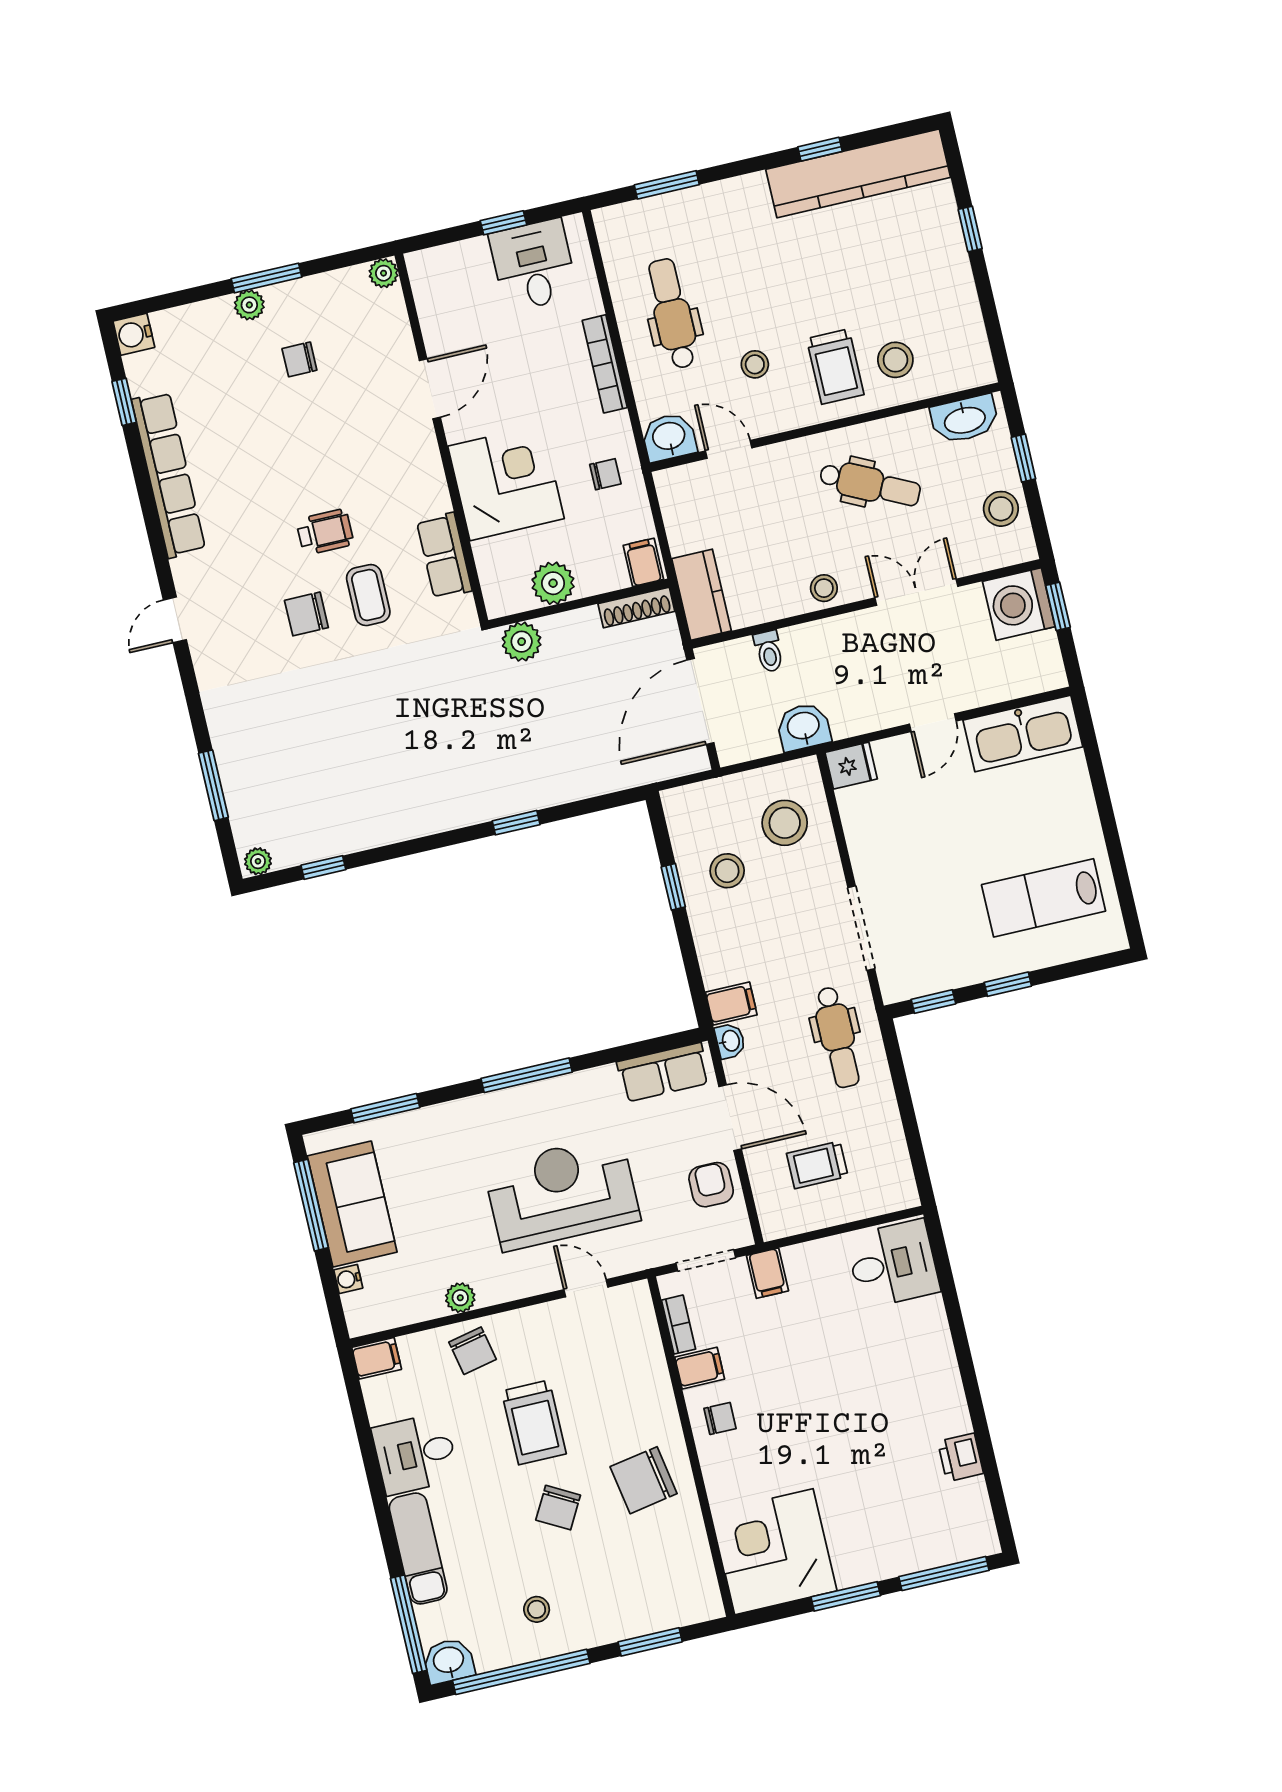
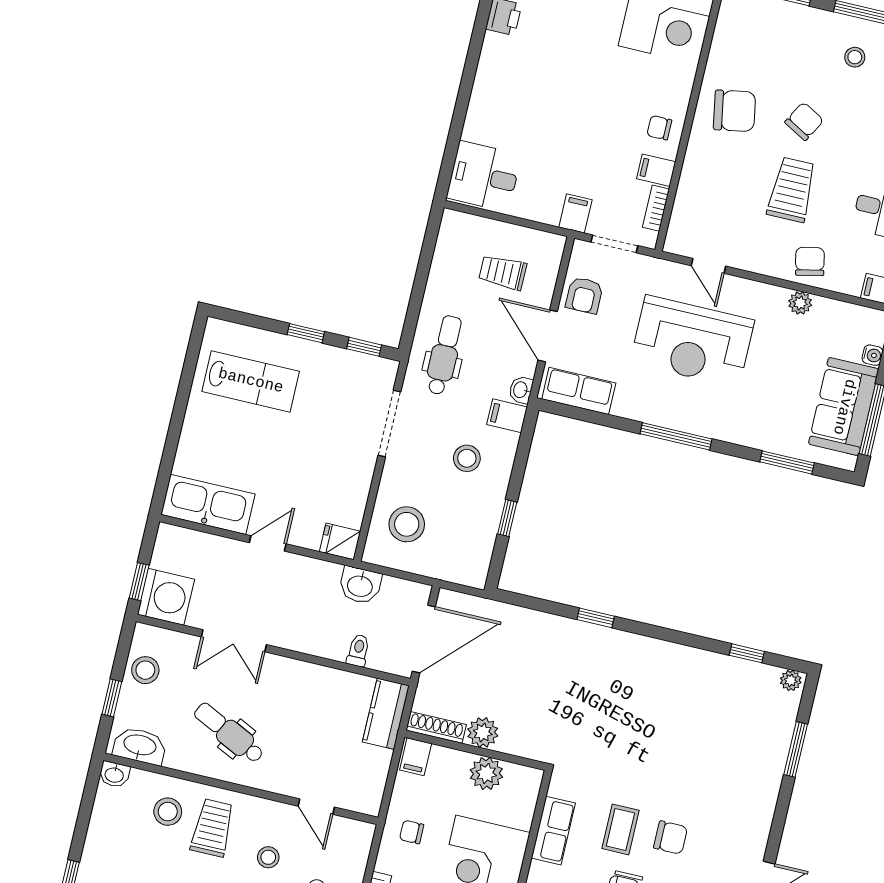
washbasin: (669, 437) -> (114, 774), moved, width x0.72, depth x0.69
stool: (824, 588) -> (297, 676), removed
plant: (522, 642) -> (483, 732), moved
stool: (727, 871) -> (467, 458), moved
trolley: (817, 1165) -> (503, 272), turned 180

